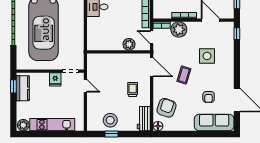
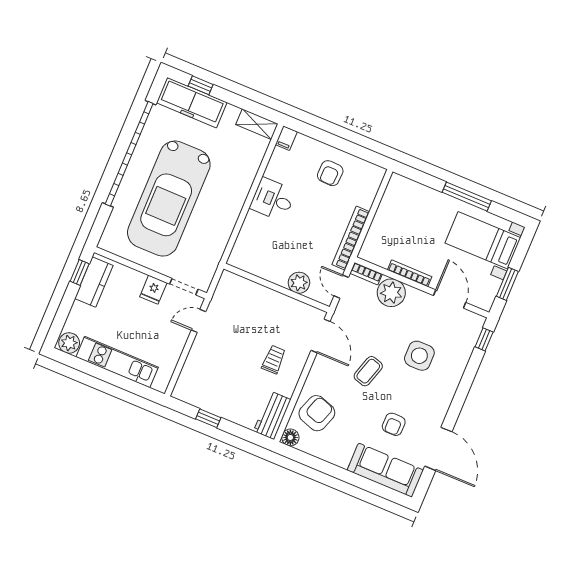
door: (85, 86) -> (199, 321), swing flipped
stool: (110, 120) -> (216, 395), removed

